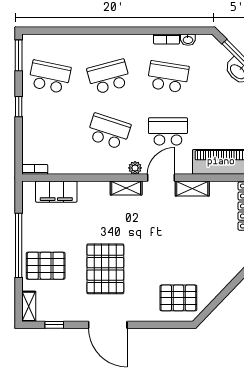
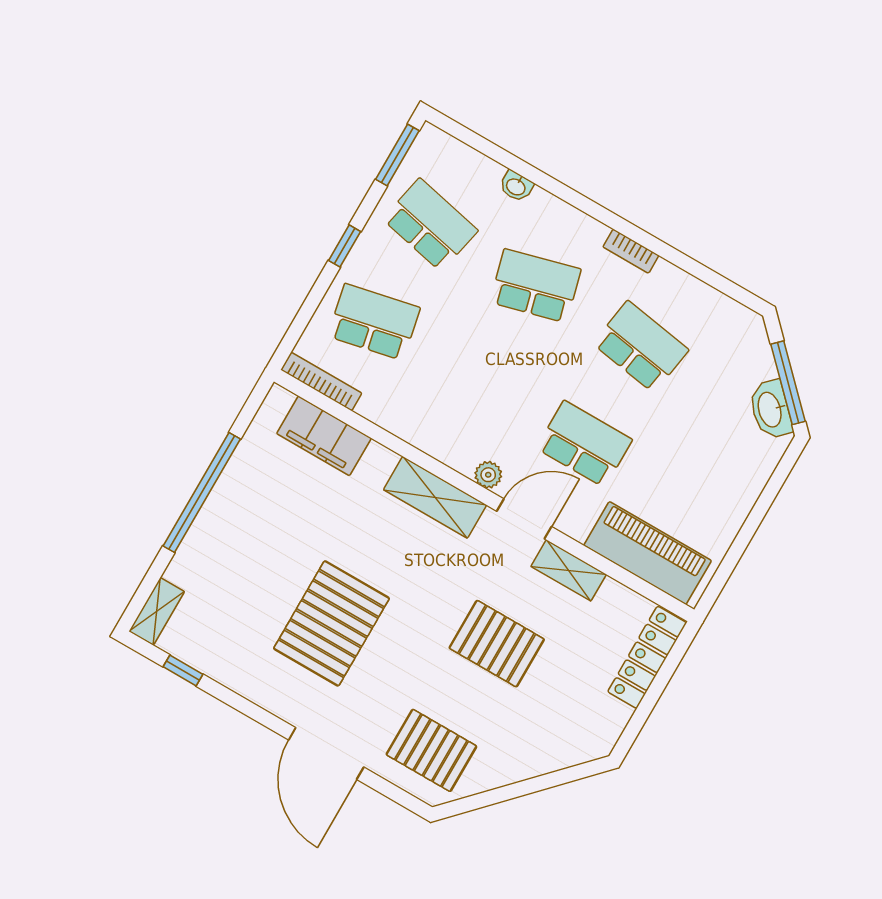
bookcase: (167, 39) -> (631, 251), moved
washbasin: (188, 40) -> (516, 186), moved
school desk: (109, 131) -> (374, 322), moved, turned -30
bookcase: (35, 169) -> (321, 382), width x1.56
shelving: (126, 188) -> (435, 497), width x1.50, depth x1.33
pallet: (46, 266) -> (497, 644), moved
door: (108, 325) -> (326, 754), moved

